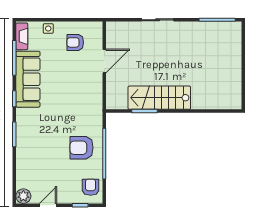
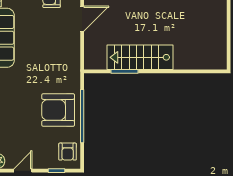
armchair: (82, 148) -> (58, 110), width x1.36, depth x1.36
armchair: (91, 187) -> (68, 152), turned 180

